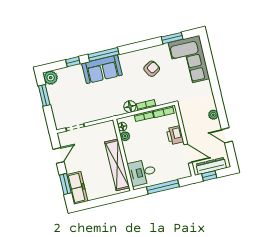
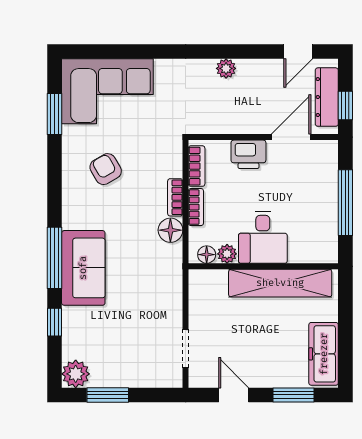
door: (227, 135) -> (298, 51), moved
desk: (142, 172) -> (263, 237), moved
freezer: (77, 188) -> (324, 354), moved, turned -90

